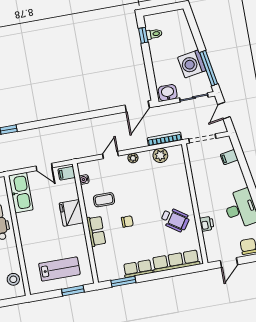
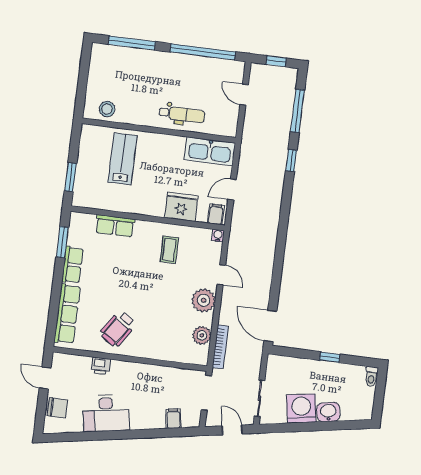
toilet: (154, 34) -> (371, 377), moved
window: (143, 35) -> (330, 357), moved
window: (209, 68) -> (290, 427), removed
washbasin: (168, 93) -> (328, 412), moved, turned -100
plant: (133, 158) -> (204, 300), width x1.87, depth x1.87
water cooler: (84, 179) -> (218, 235), moved
fridge: (71, 213) -> (181, 207), moved
chair: (127, 222) -> (134, 270), removed
row of seats: (96, 231) -> (115, 226), moved
lab bench: (59, 269) -> (122, 159), moved, turned 180

